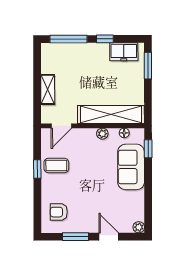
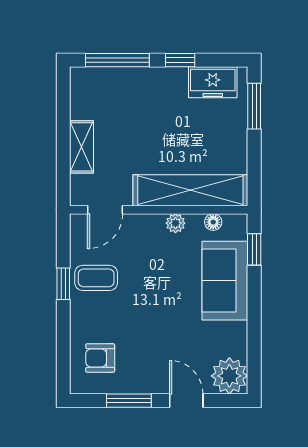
plant: (139, 227) -> (229, 376), width x1.88, depth x1.88

